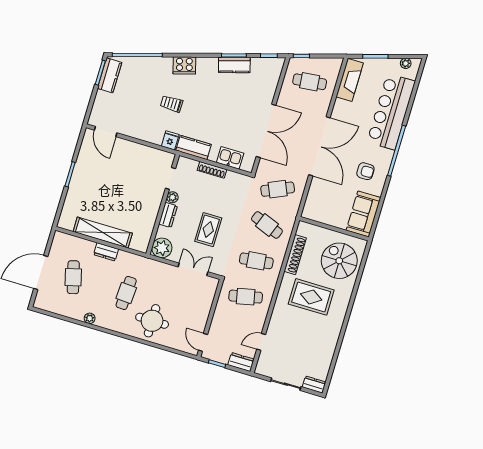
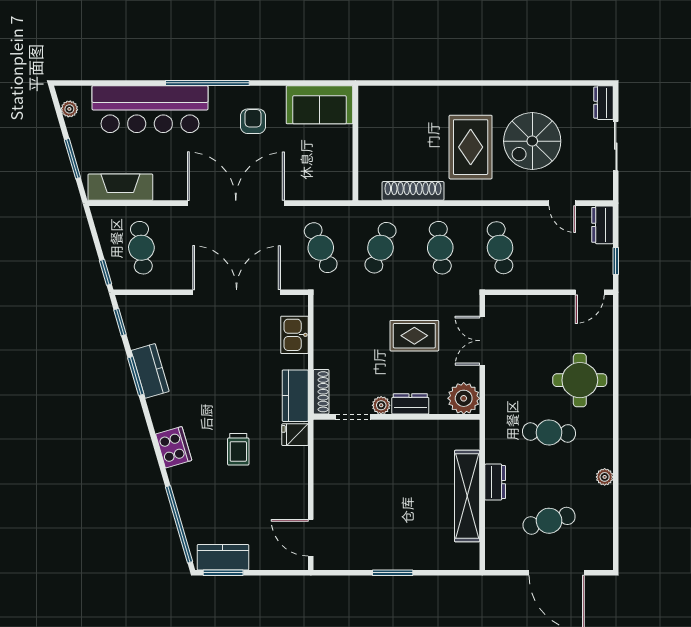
door: (106, 131) -> (311, 538), swing flipped
shoe rack: (212, 170) -> (321, 392), moved
spiral stairs: (339, 261) -> (532, 141), moved

